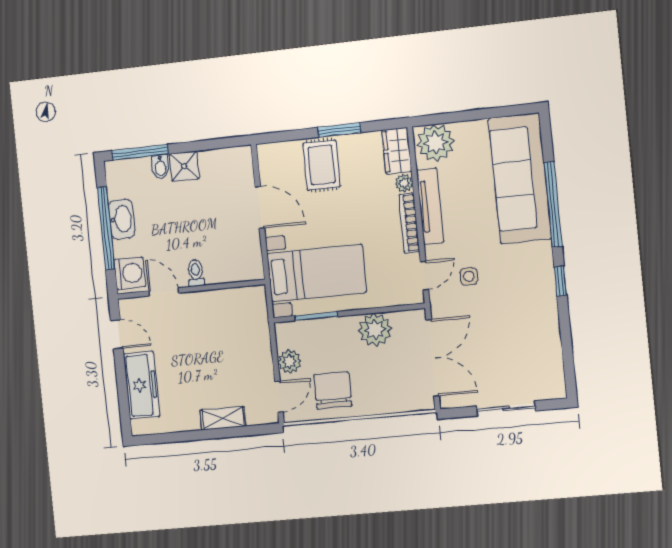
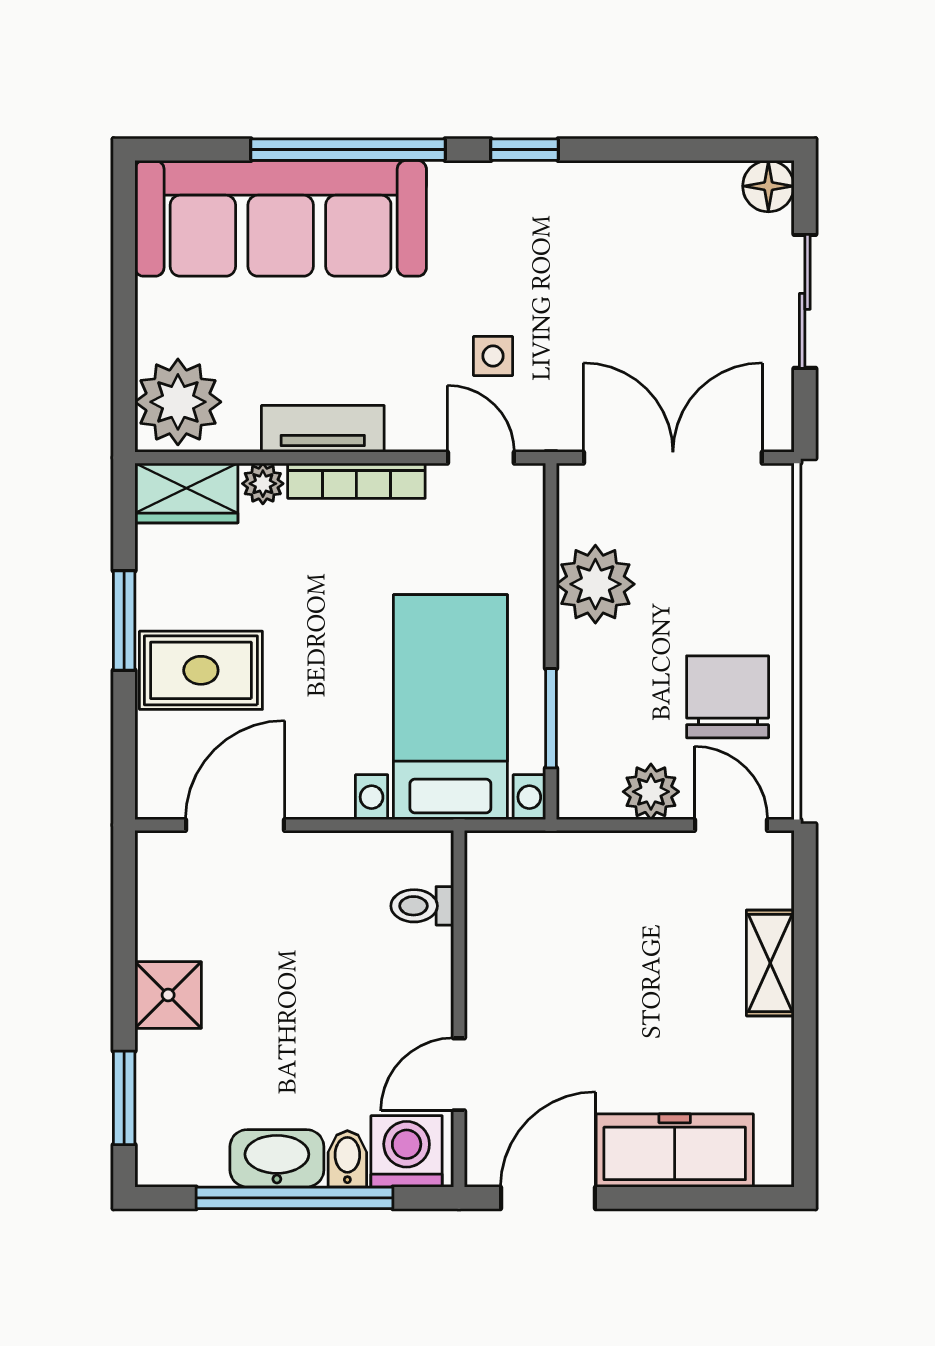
window: (140, 152) -> (124, 1098), width x0.69
bidet: (160, 167) -> (347, 1159), moved, turned -90
tv unit: (430, 206) -> (323, 429), width x0.71
door: (260, 207) -> (235, 825), moved
toilet: (196, 273) -> (422, 906), moved
door: (117, 334) -> (548, 1198), width x1.38
floor lamp: (555, 388) -> (768, 186), added
chair: (333, 390) -> (728, 697), turned 90

